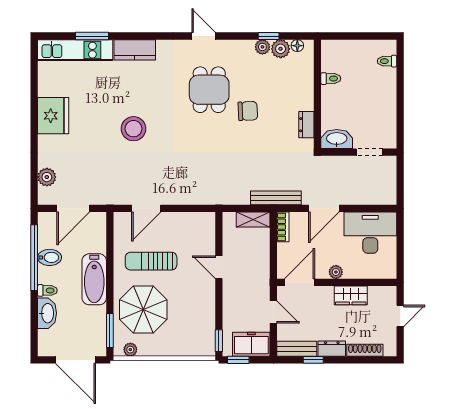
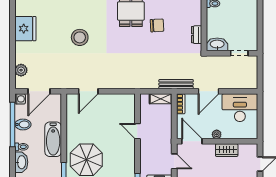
washing machine: (45, 220) -> (20, 99), added
sun lounger: (151, 261) -> (92, 127), removed
door: (300, 282) -> (192, 141), hinge flipped

